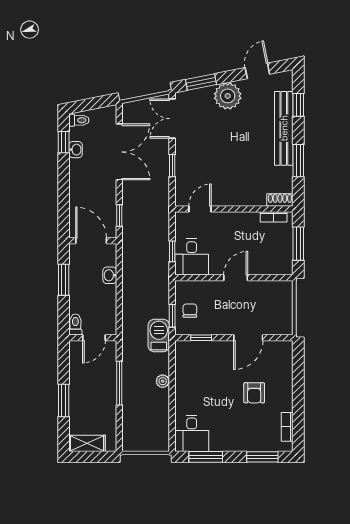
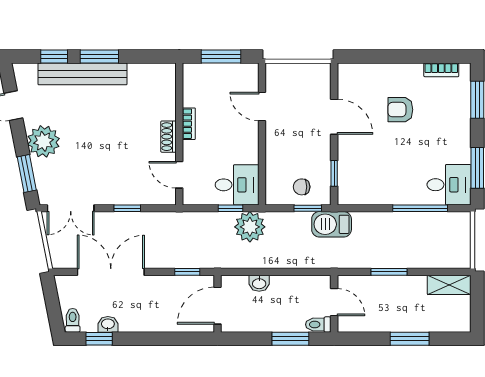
window: (298, 161) -> (99, 57), moved
shoe rack: (280, 200) -> (169, 137), moved
bookcase: (274, 217) -> (189, 124), moved
door: (236, 278) -> (262, 107), moved
window: (64, 280) -> (290, 339), moved
plant: (163, 381) -> (250, 227), moved, width x1.88, depth x1.88
window: (119, 383) -> (389, 272), width x0.69
armchair: (254, 393) -> (400, 110), turned 180
window: (172, 409) -> (420, 208), added
shelving: (87, 443) -> (449, 285), moved, turned 90

